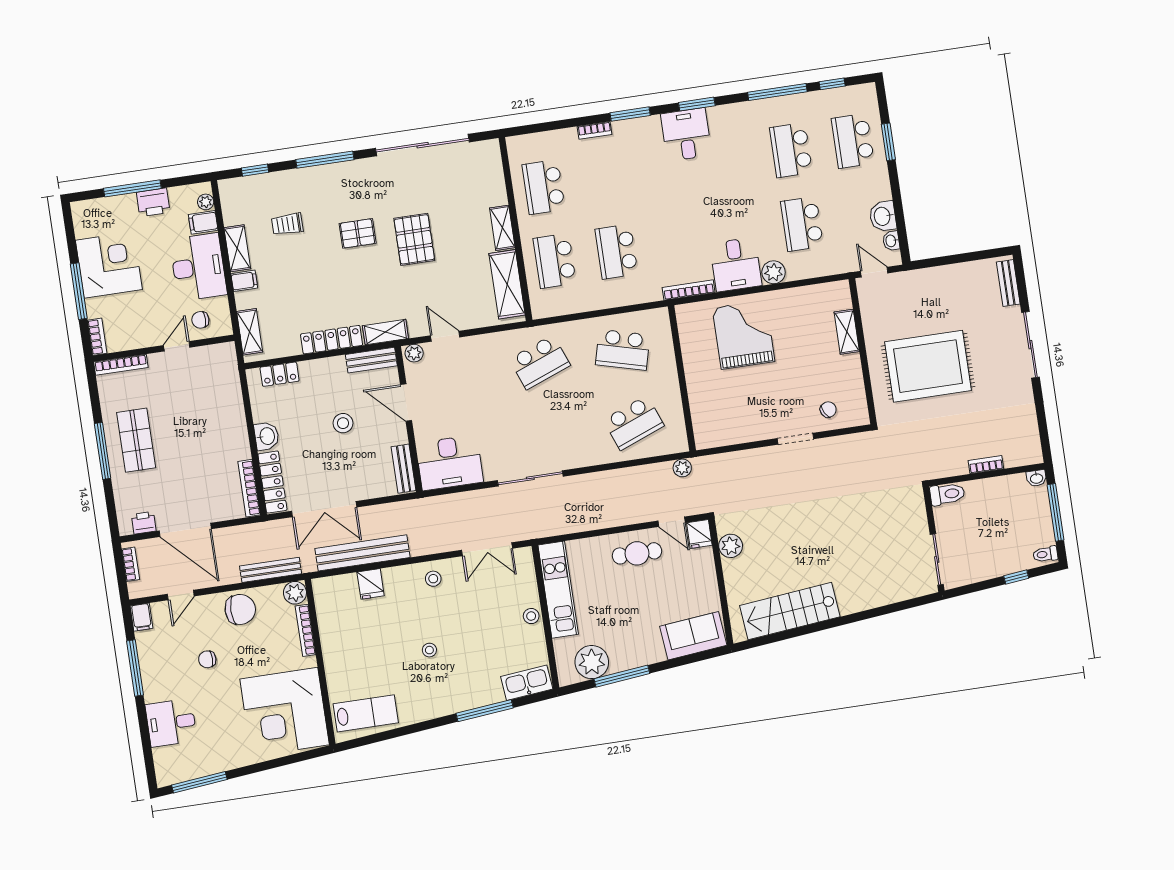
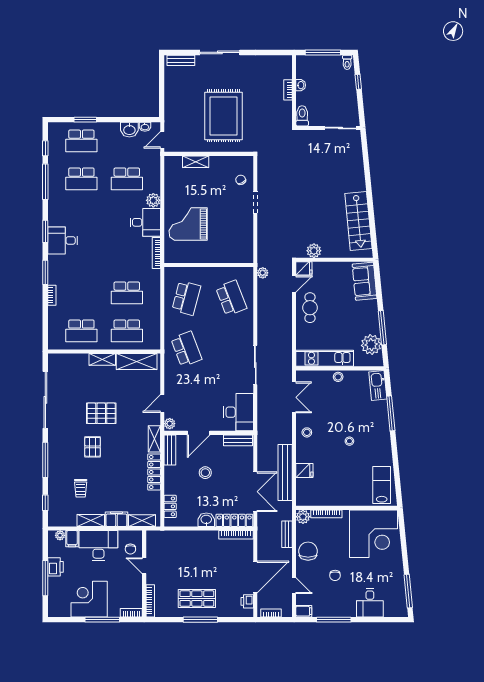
filing cabinet: (244, 281) -> (116, 519), width x2.00
washbasin: (1036, 478) -> (301, 85), moved
bench: (271, 570) -> (287, 534), width x0.73

